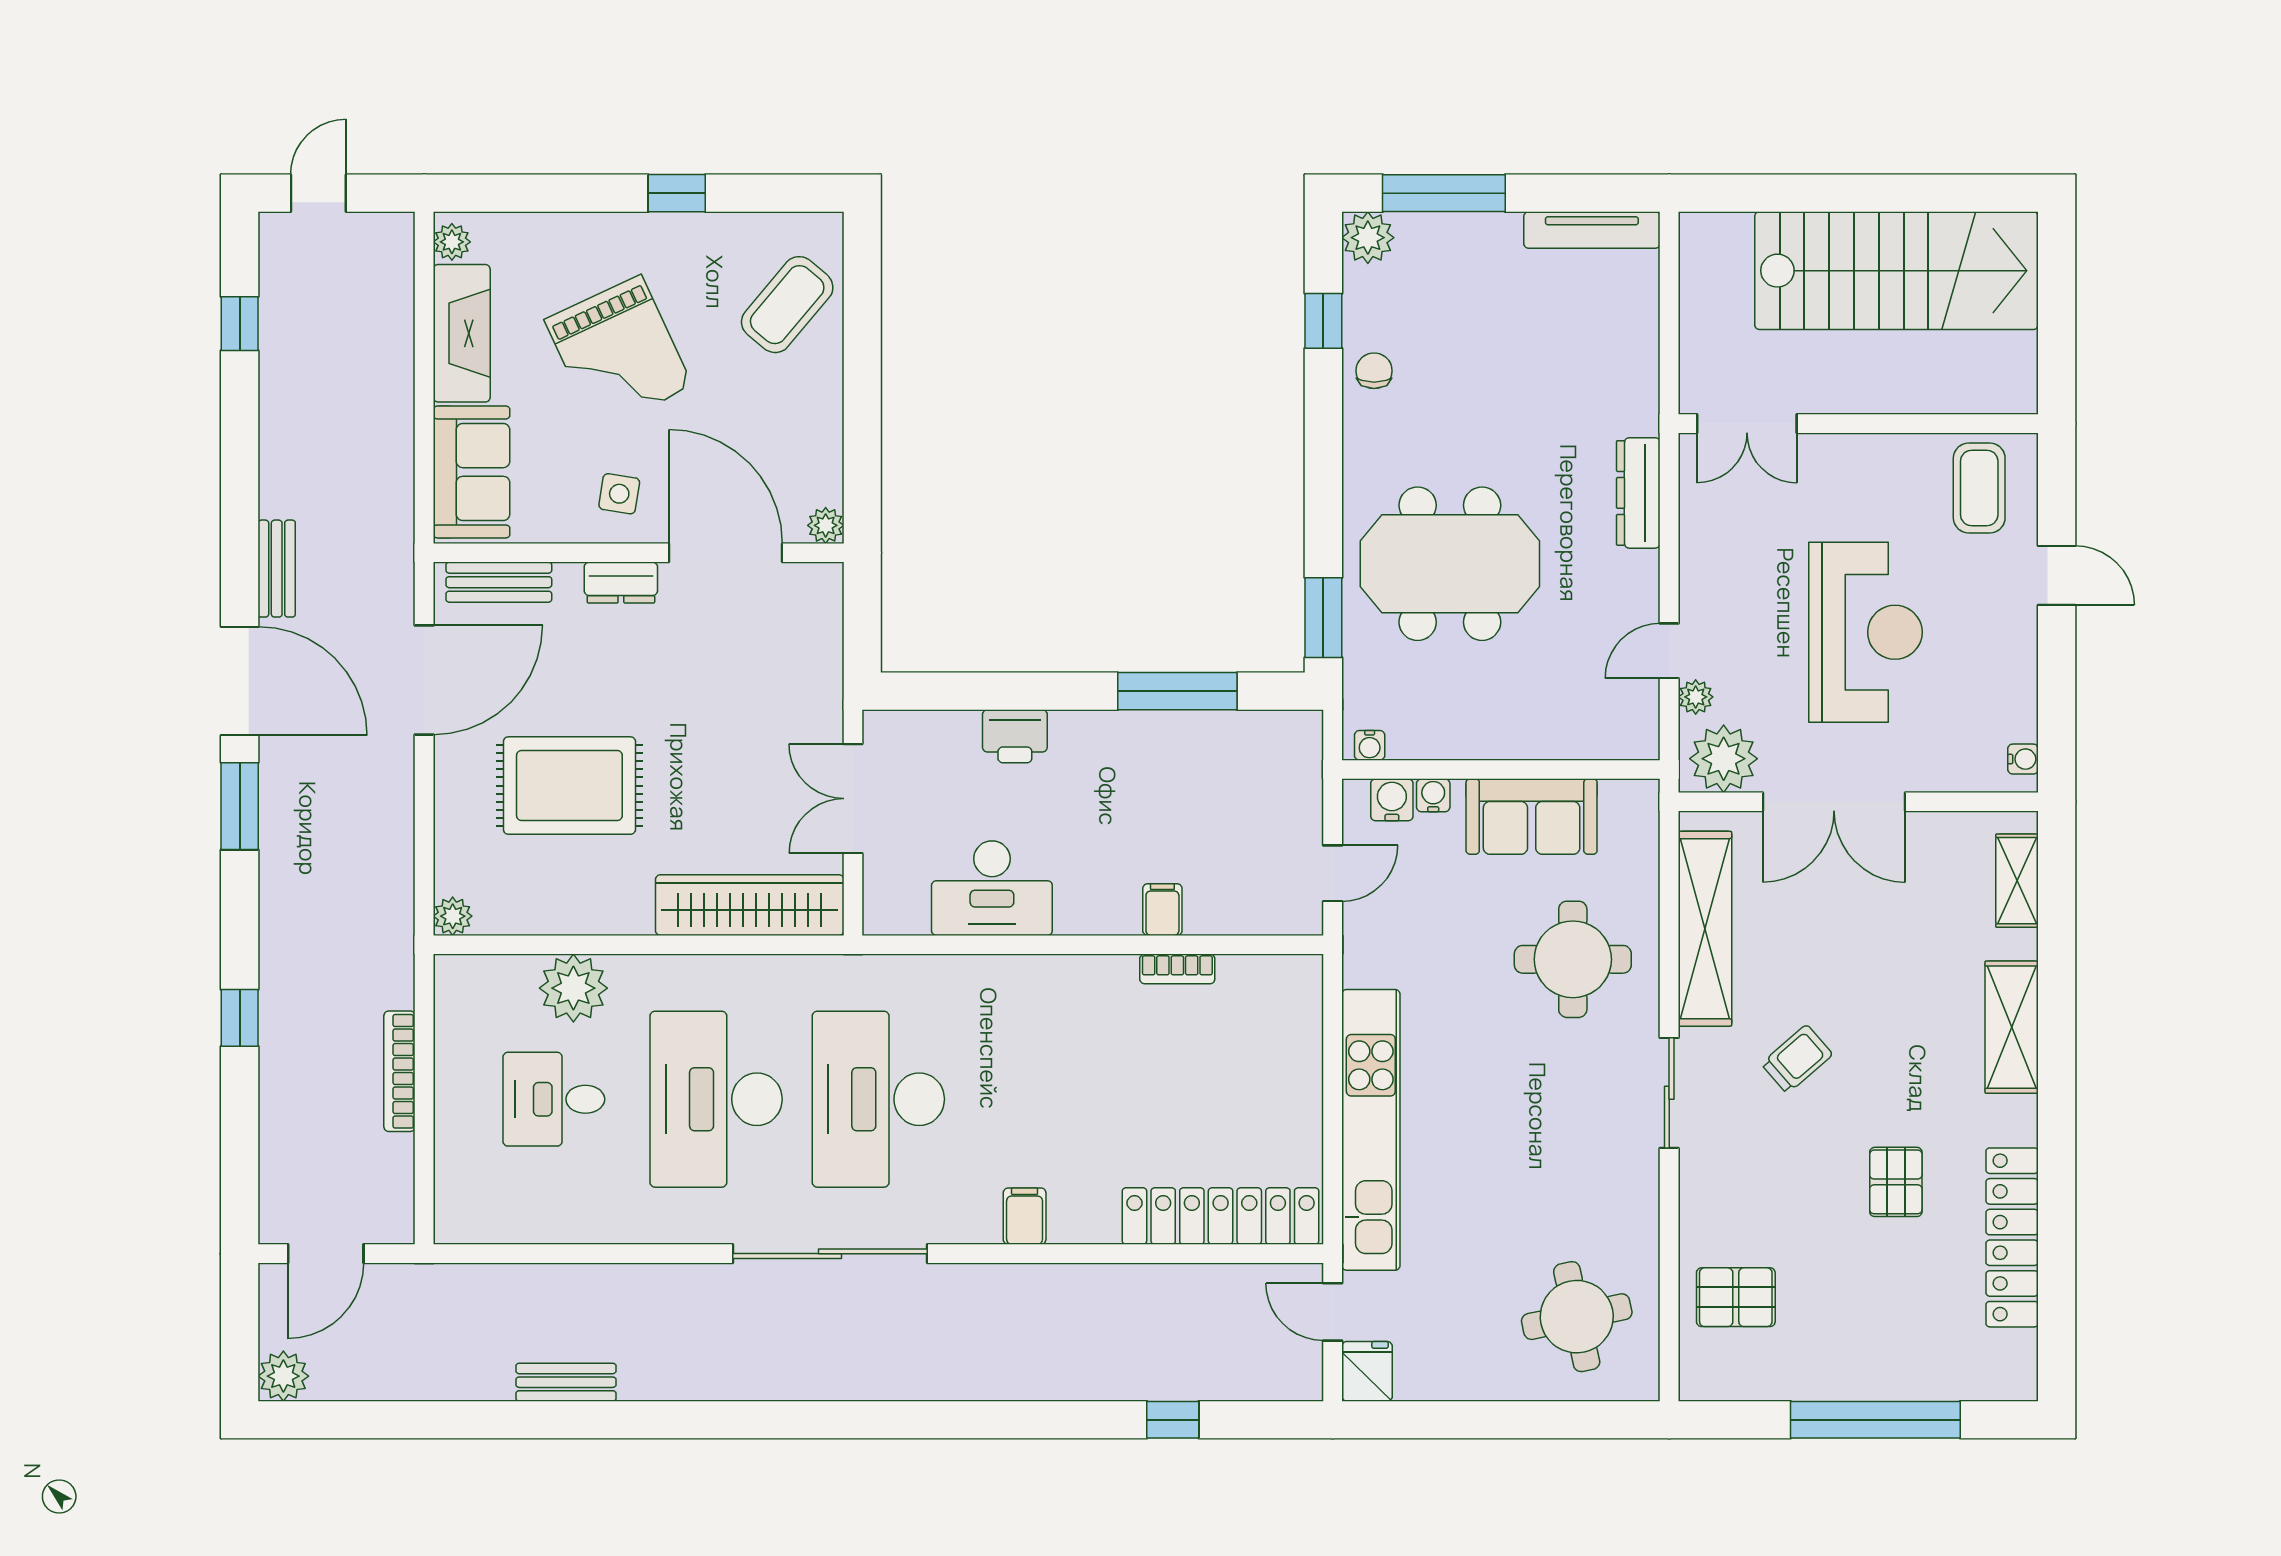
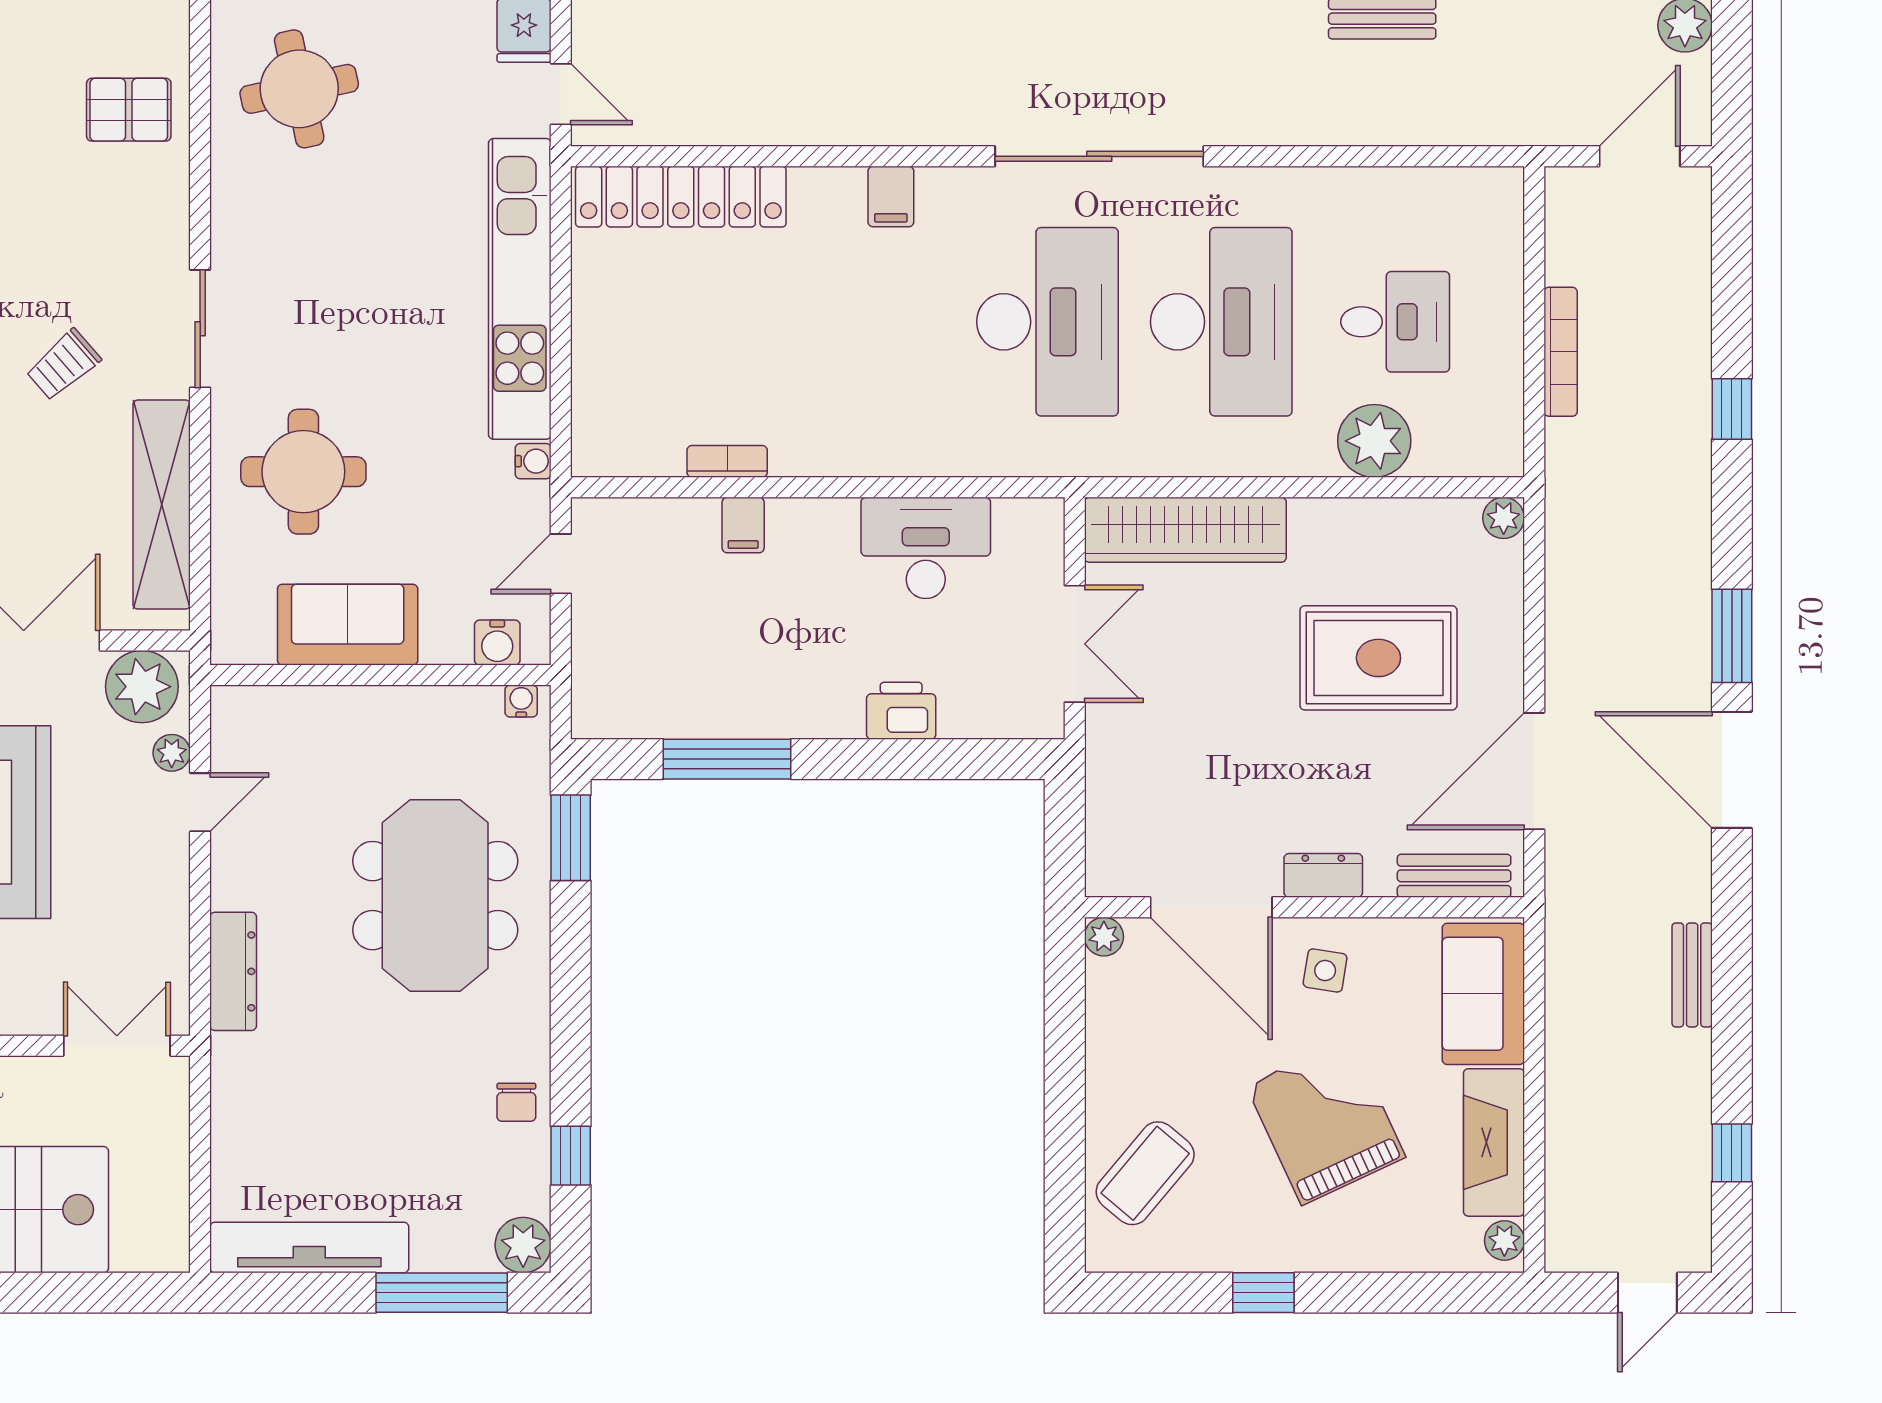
tv unit: (1592, 230) -> (309, 1248), width x1.36, depth x1.29
meeting table: (1450, 564) -> (435, 896), turned 90
bench: (277, 569) -> (1692, 975), moved
water cooler: (1433, 795) -> (533, 461), moved, turned -90

